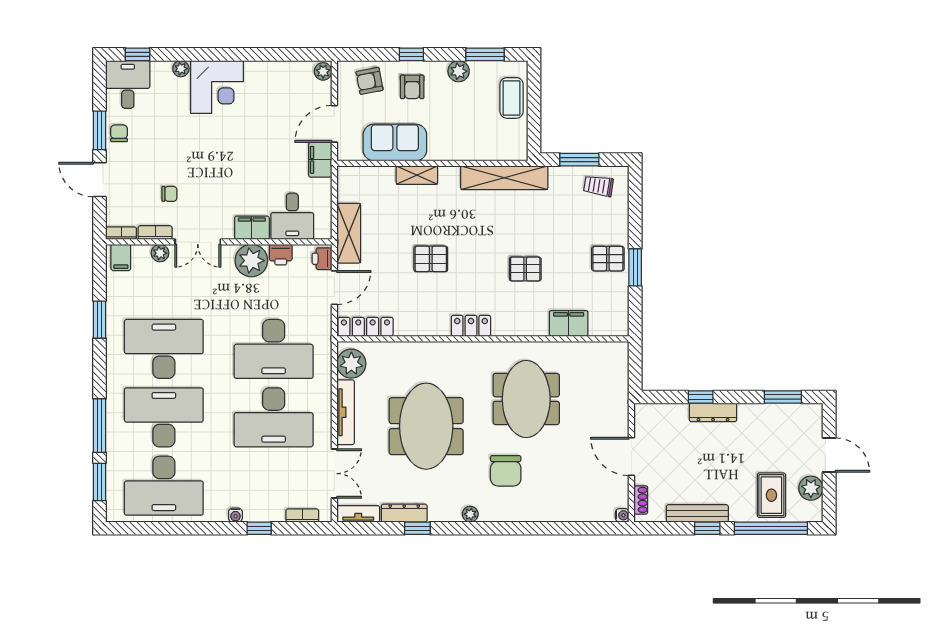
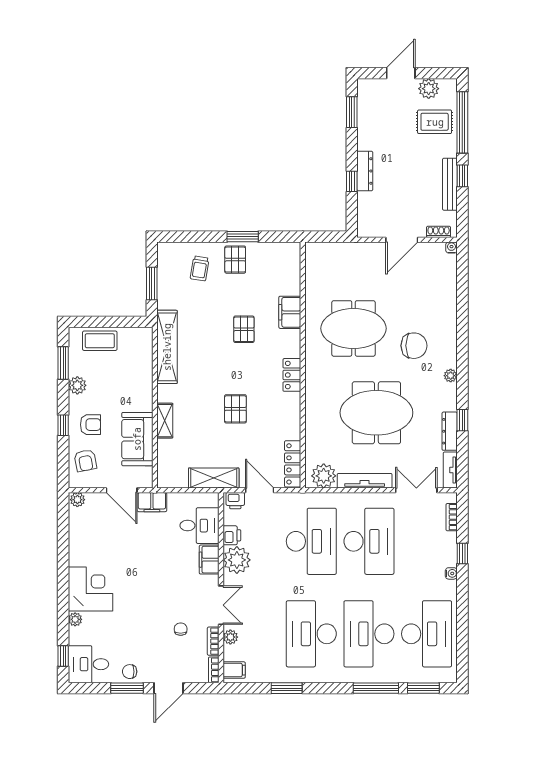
trolley: (598, 186) -> (200, 268), moved
filing cabinet: (569, 323) -> (290, 312), moved

